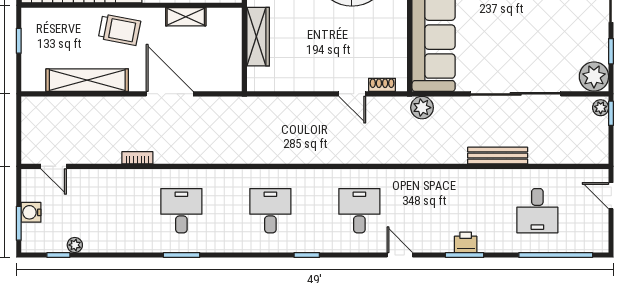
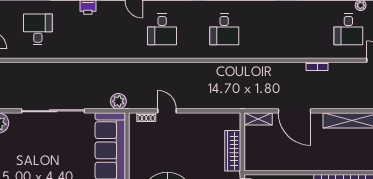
shelving: (186, 17) -> (258, 119), moved
trolley: (119, 30) -> (330, 156), removed
bench: (498, 156) -> (66, 68), removed
desk: (181, 211) -> (348, 29), moved

